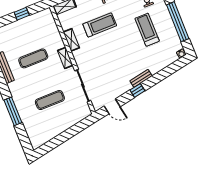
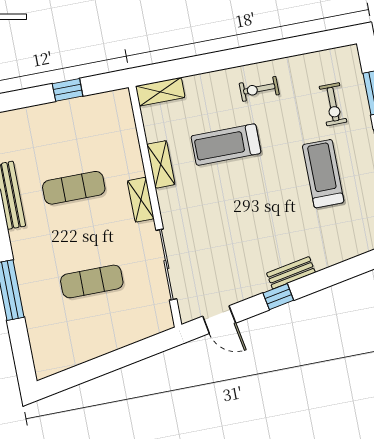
treadmill: (100, 25) -> (226, 145), turned 180

